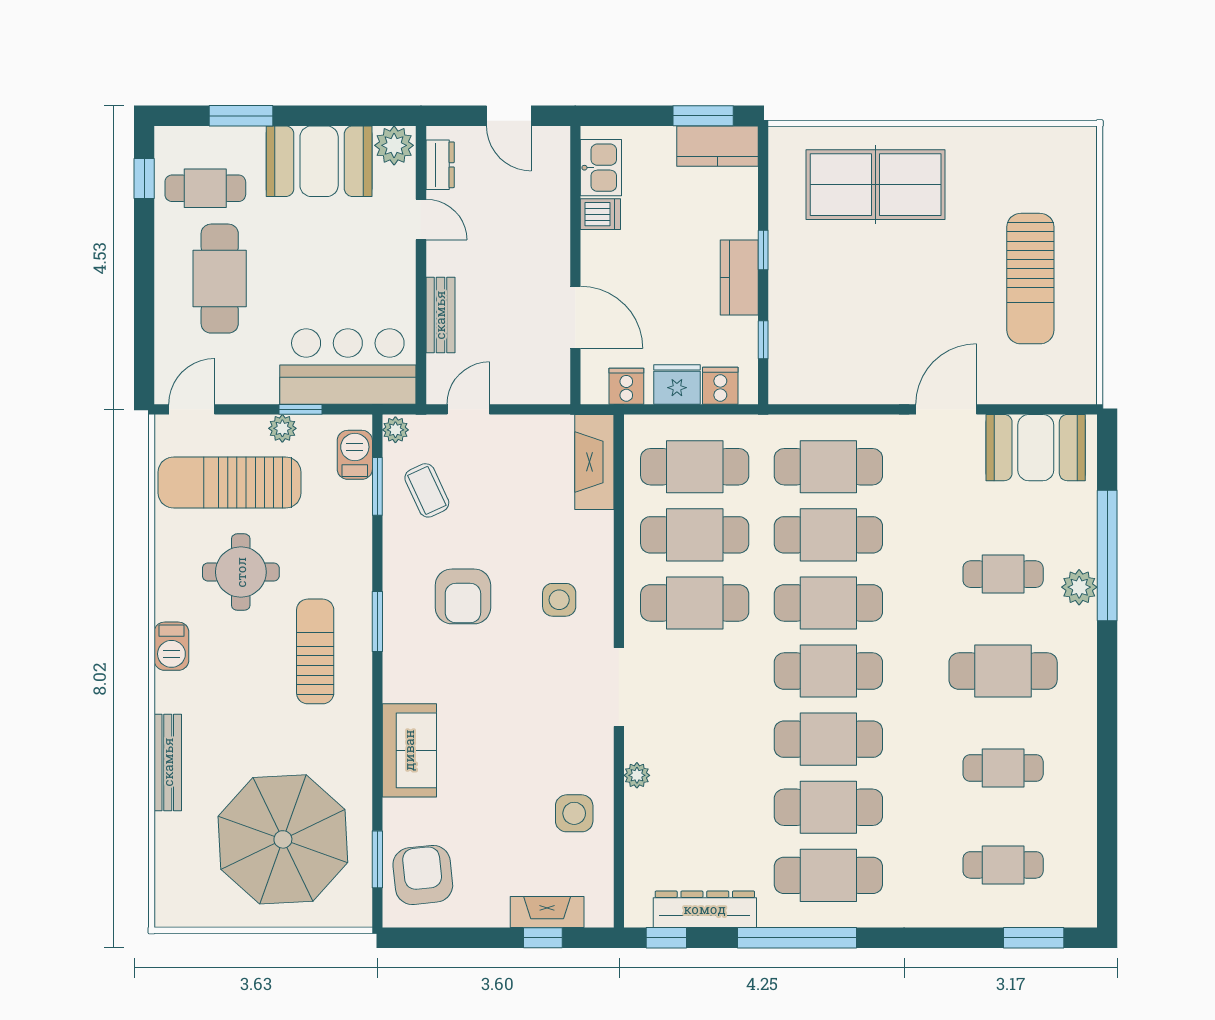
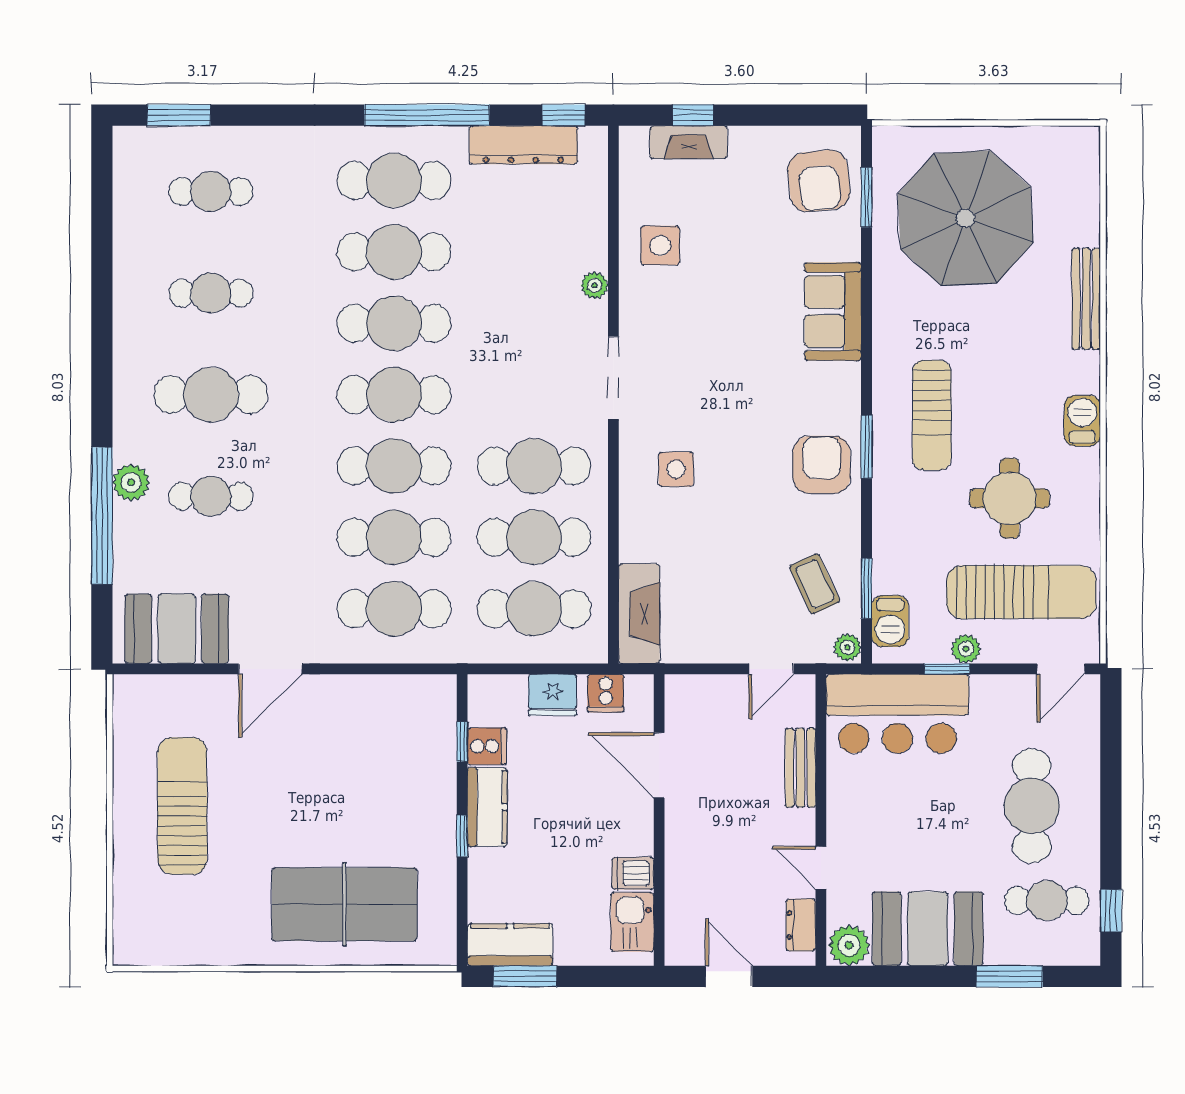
cooker: (720, 386) -> (487, 746), moved, turned -90
armchair: (463, 596) -> (822, 465), moved

